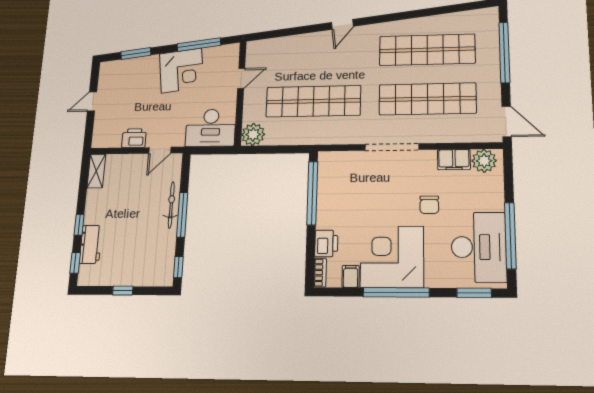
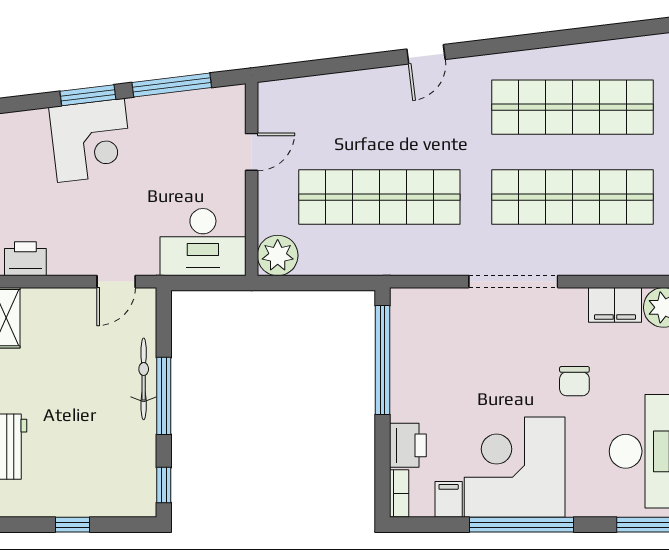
window: (136, 53) -> (88, 95), moved
corner desk: (182, 70) -> (91, 140), moved
printer: (134, 138) -> (25, 259), moved

